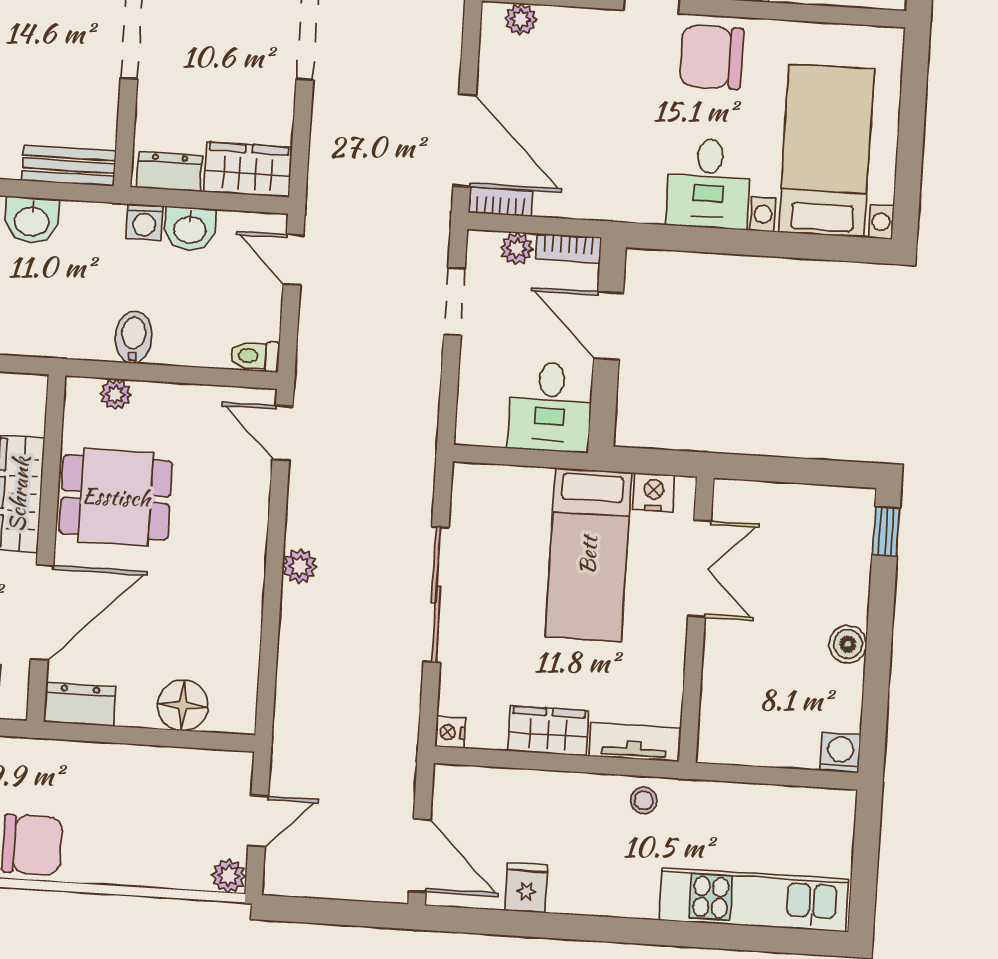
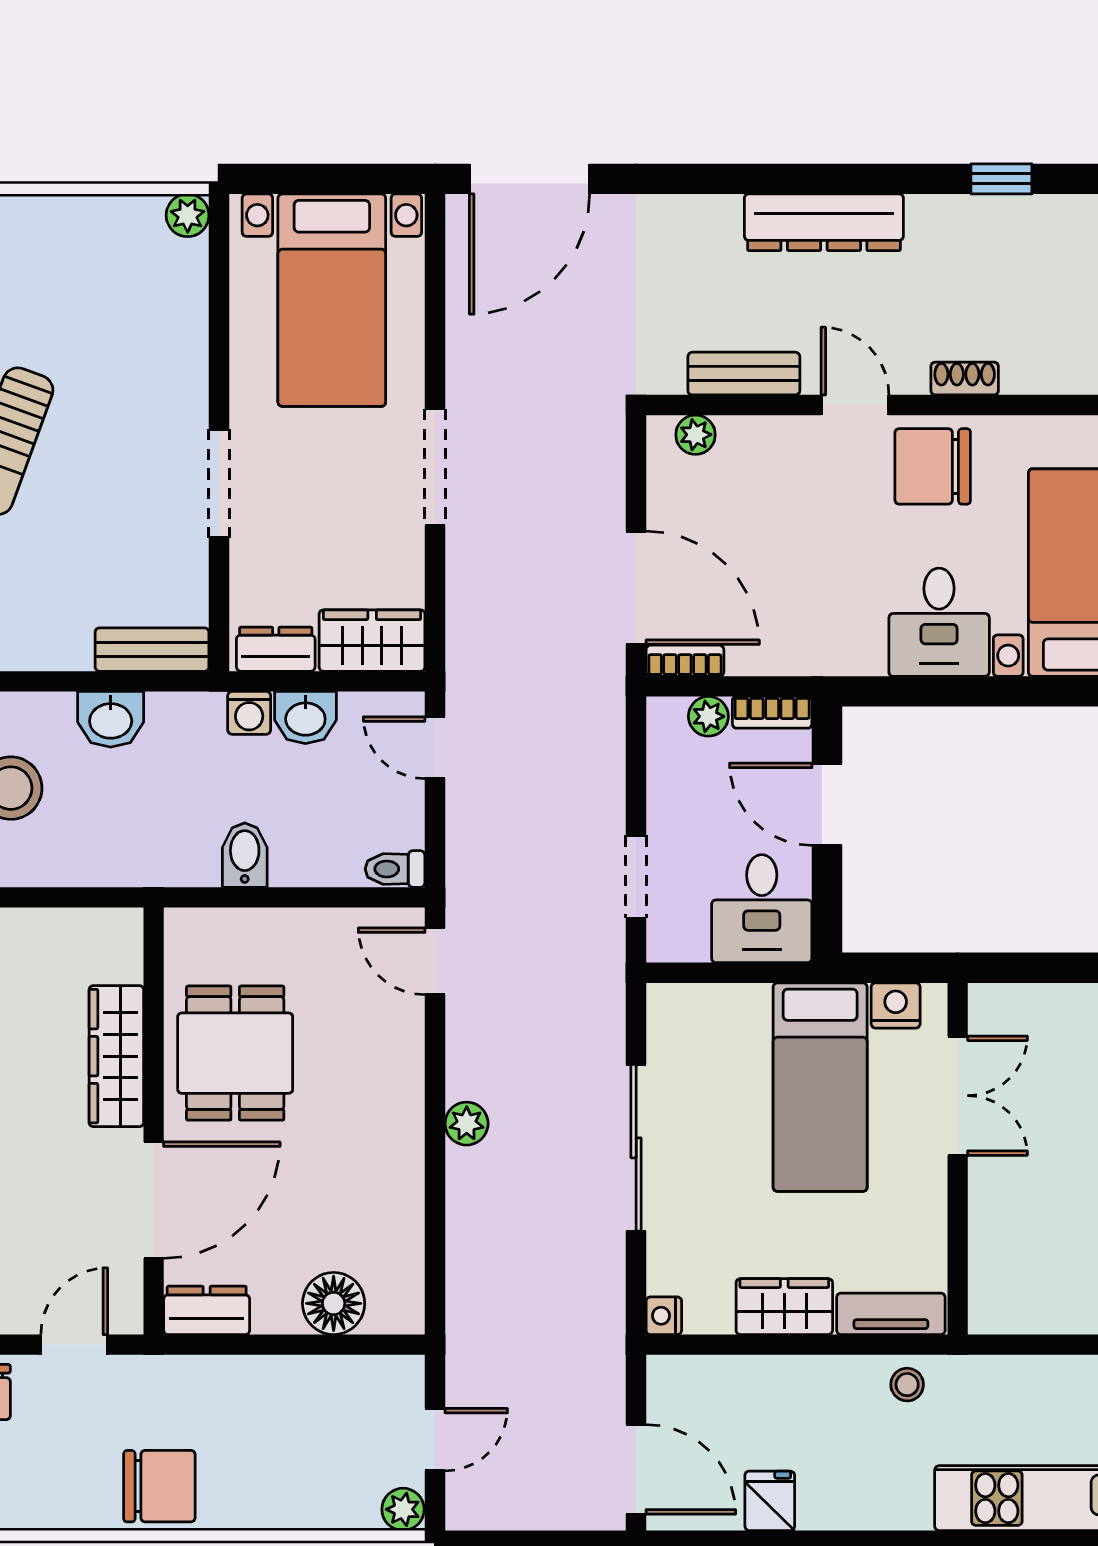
doorway: (454, 301) -> (636, 877), moved
plant: (116, 394) -> (227, 927), removed
dining table: (116, 497) -> (235, 1053), turned 90

